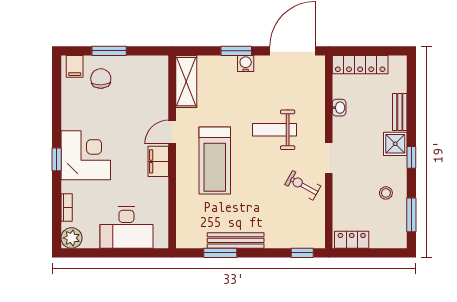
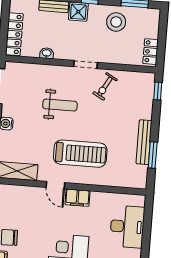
weight bench: (275, 130) -> (60, 105), turned -90
stool: (386, 193) -> (116, 22), width x1.89, depth x1.89

